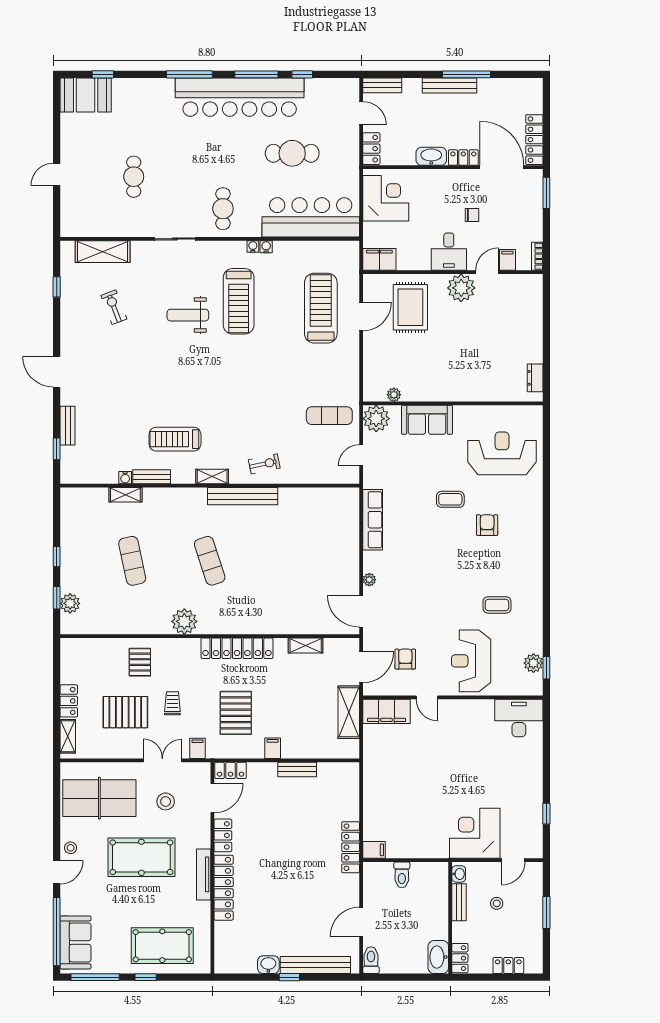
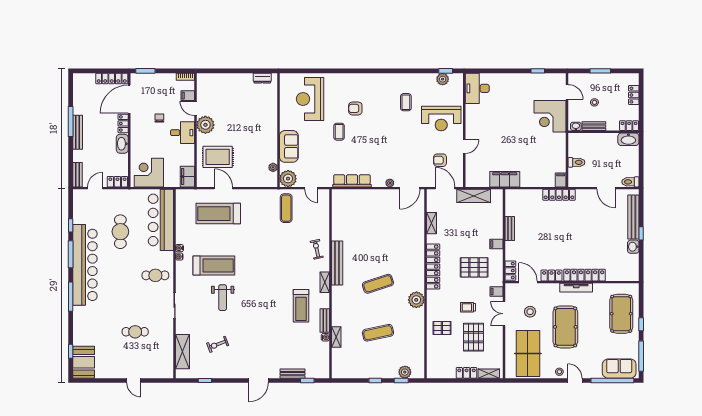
filing cabinet: (386, 711) -> (505, 179), moved, turned -90

